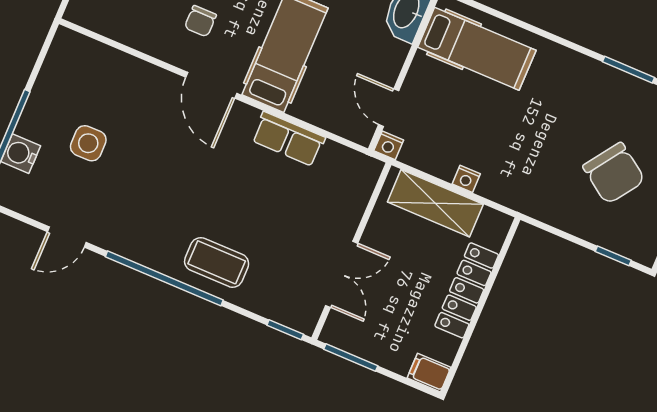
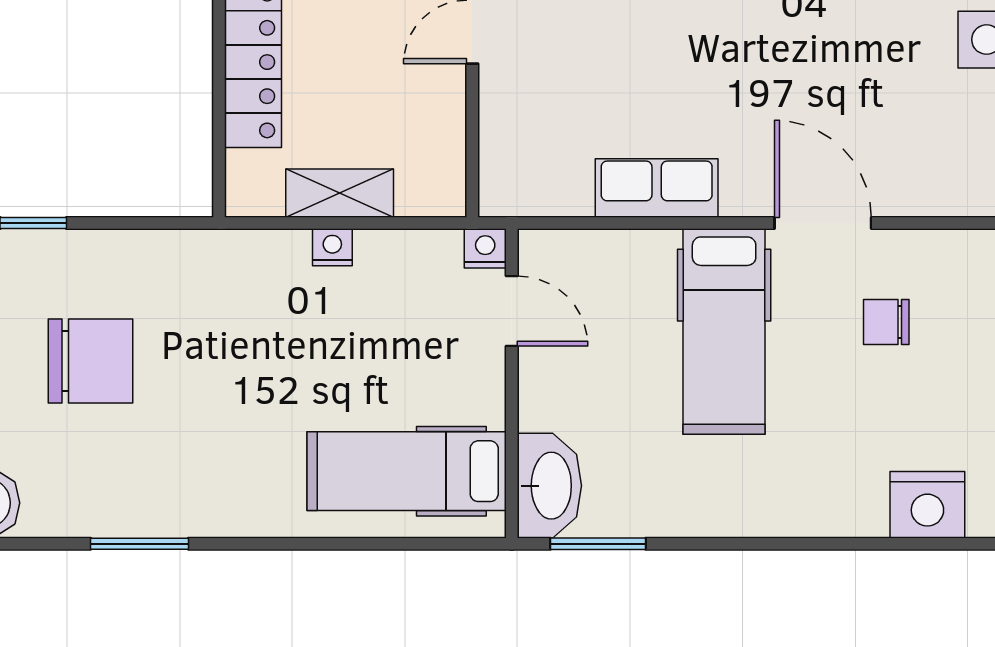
chair: (200, 21) -> (886, 322), turned -90
chair: (614, 173) -> (90, 361), turned 145
shelving: (435, 203) -> (340, 193), width x0.67, depth x0.75

